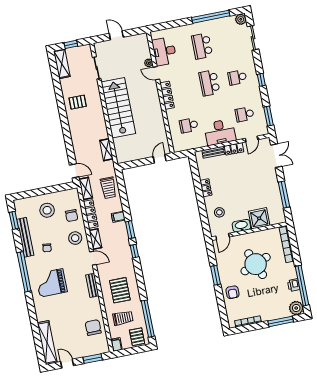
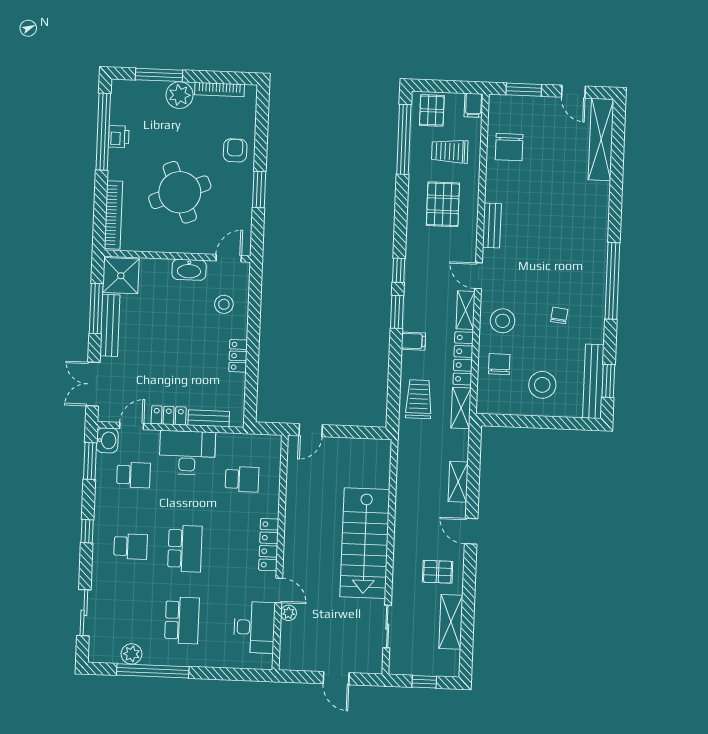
plant: (241, 19) -> (132, 654), moved
shelving: (62, 64) -> (451, 622), moved
washbasin: (262, 129) -> (107, 440), added
shelving: (106, 150) -> (458, 482), moved
door: (74, 171) -> (471, 531), moved
bench: (275, 188) -> (110, 325), added
shower: (259, 218) -> (121, 276), moved
bench: (25, 237) -> (593, 381), moved
grand piano: (51, 283) -> (567, 248), removed
plant: (296, 308) -> (180, 95), moved

